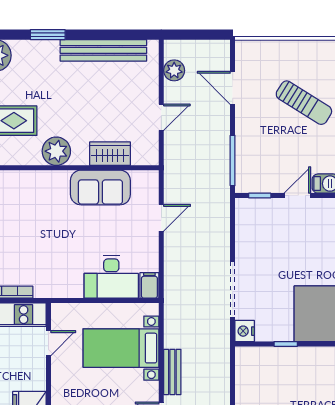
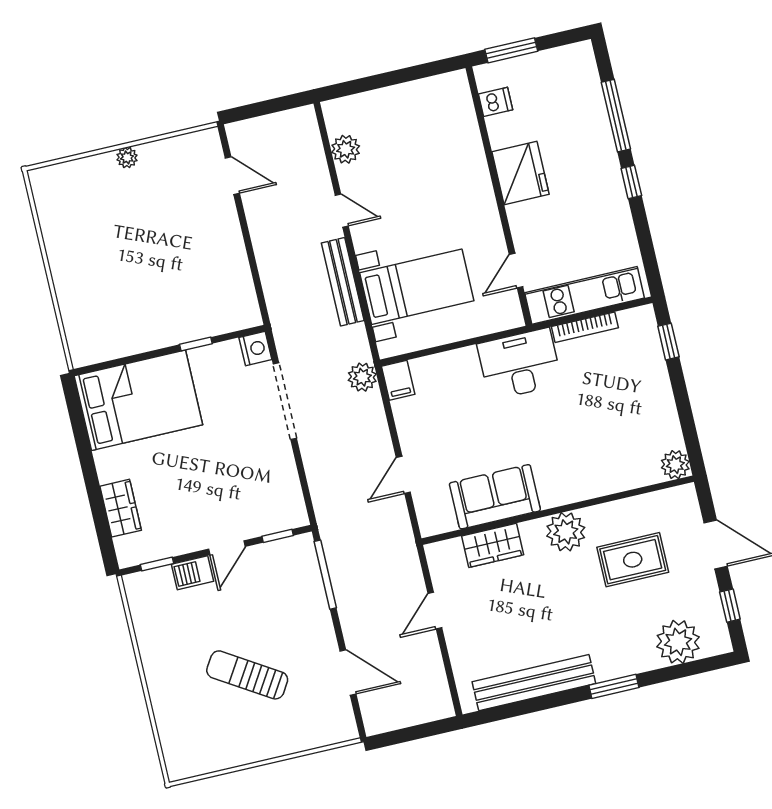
plant: (174, 70) -> (362, 377), moved
desk: (111, 277) -> (519, 364), moved
bench: (172, 372) -> (343, 282), width x1.36

